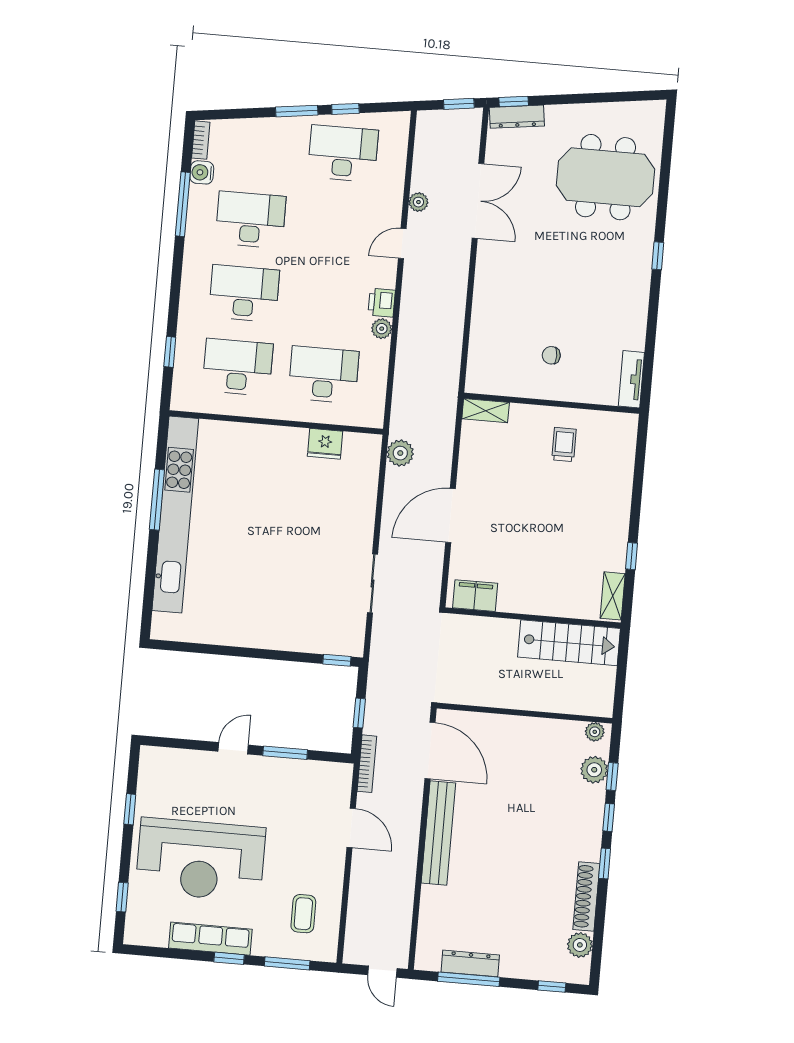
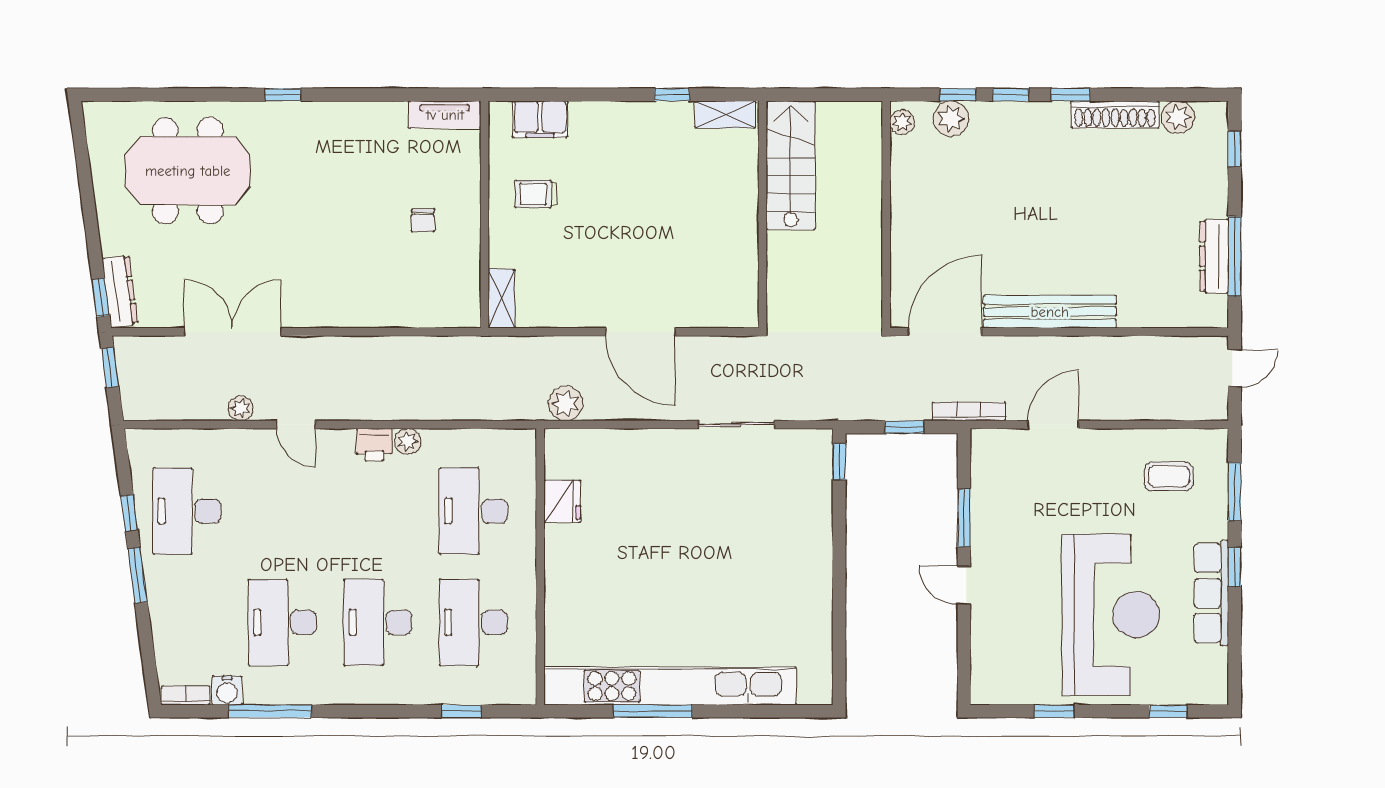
meeting table: (606, 177) -> (188, 171), turned 90
filing cabinet: (475, 596) -> (540, 119), moved, turned -90

